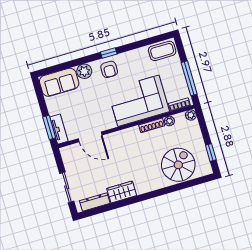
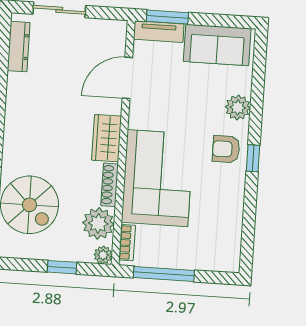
coffee table: (162, 51) -> (225, 246), removed
sofa: (59, 82) -> (217, 45), moved, turned -90
plant: (169, 121) -> (98, 223), width x1.87, depth x1.87
window: (211, 152) -> (62, 267), moved
wardrobe: (122, 192) -> (107, 138), moved, turned 180

